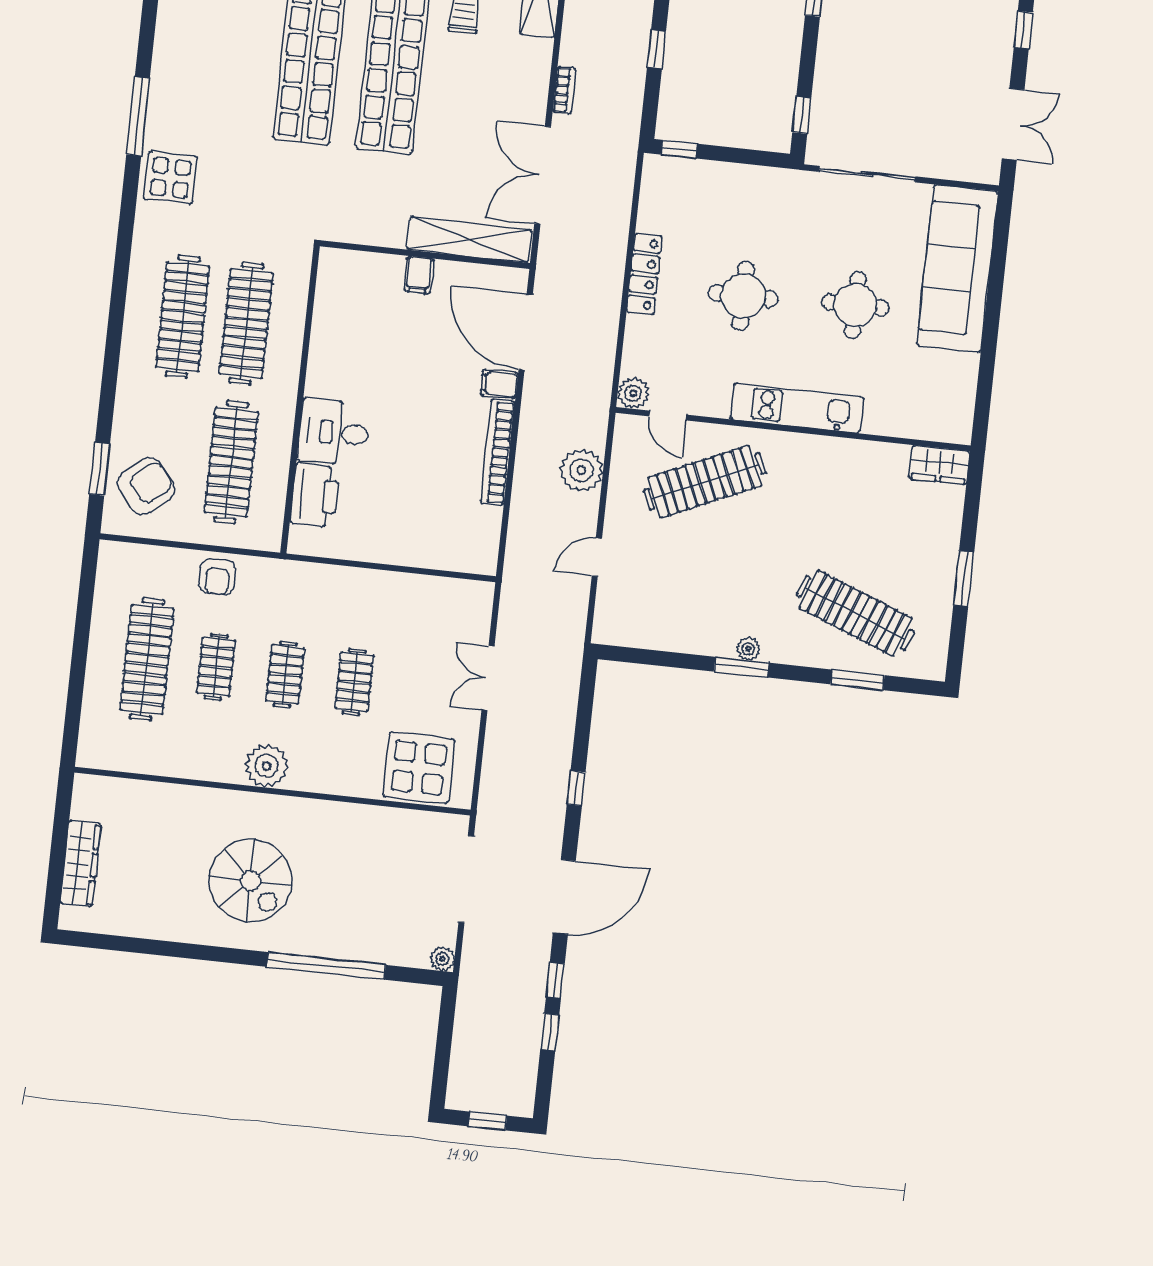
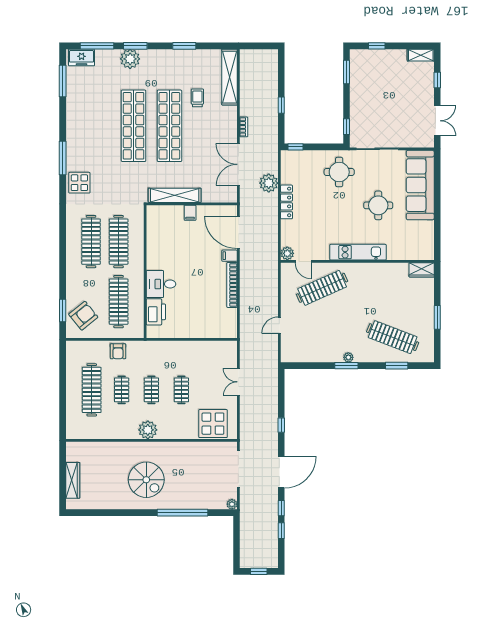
shelving: (469, 240) -> (175, 195), moved
round table: (743, 296) -> (339, 172), moved
plant: (581, 470) -> (269, 183), moved

